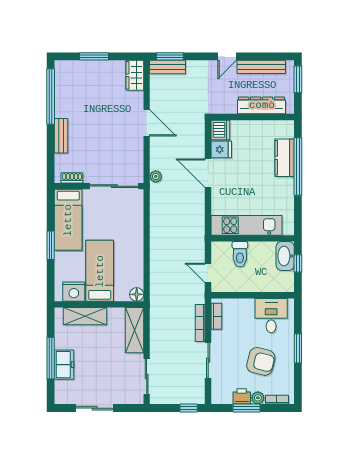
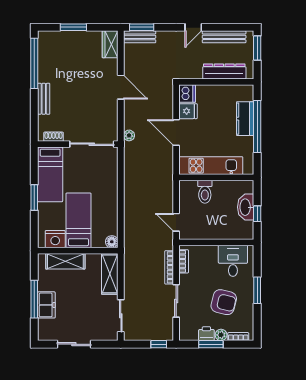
kitchen unit: (247, 225) -> (211, 166), moved
wall: (253, 238) -> (216, 177), moved
toilet: (240, 254) -> (205, 192), moved

